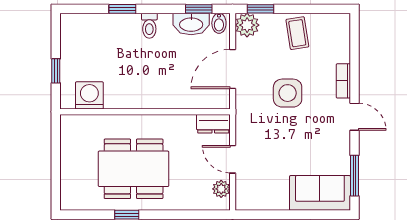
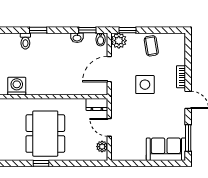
washbasin: (191, 24) -> (77, 38), width x0.52, depth x0.69
toilet: (149, 26) -> (25, 41), moved
dining table: (134, 169) -> (45, 134), turned 90

